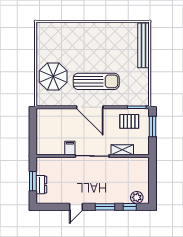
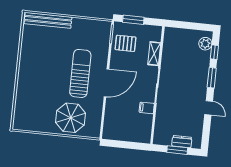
pallet: (129, 121) -> (126, 43), turned 90

